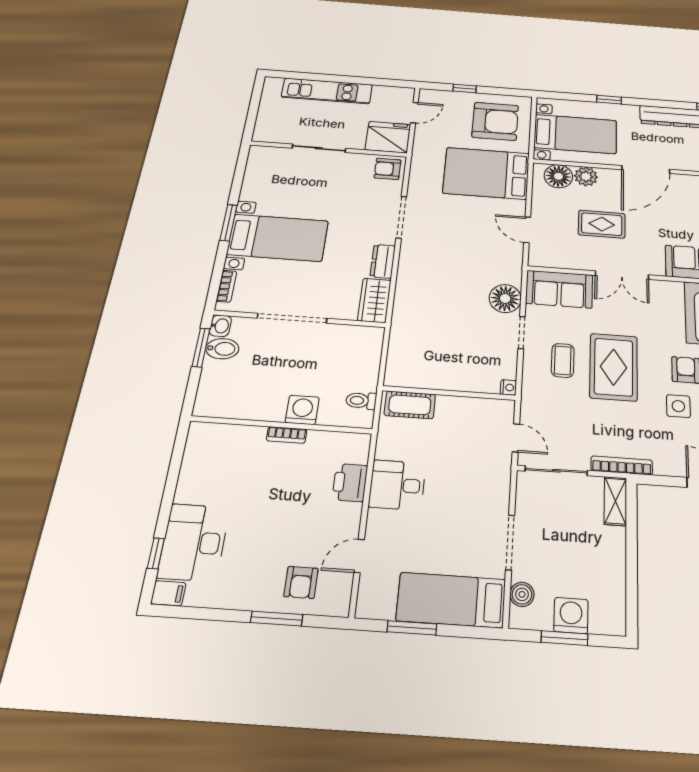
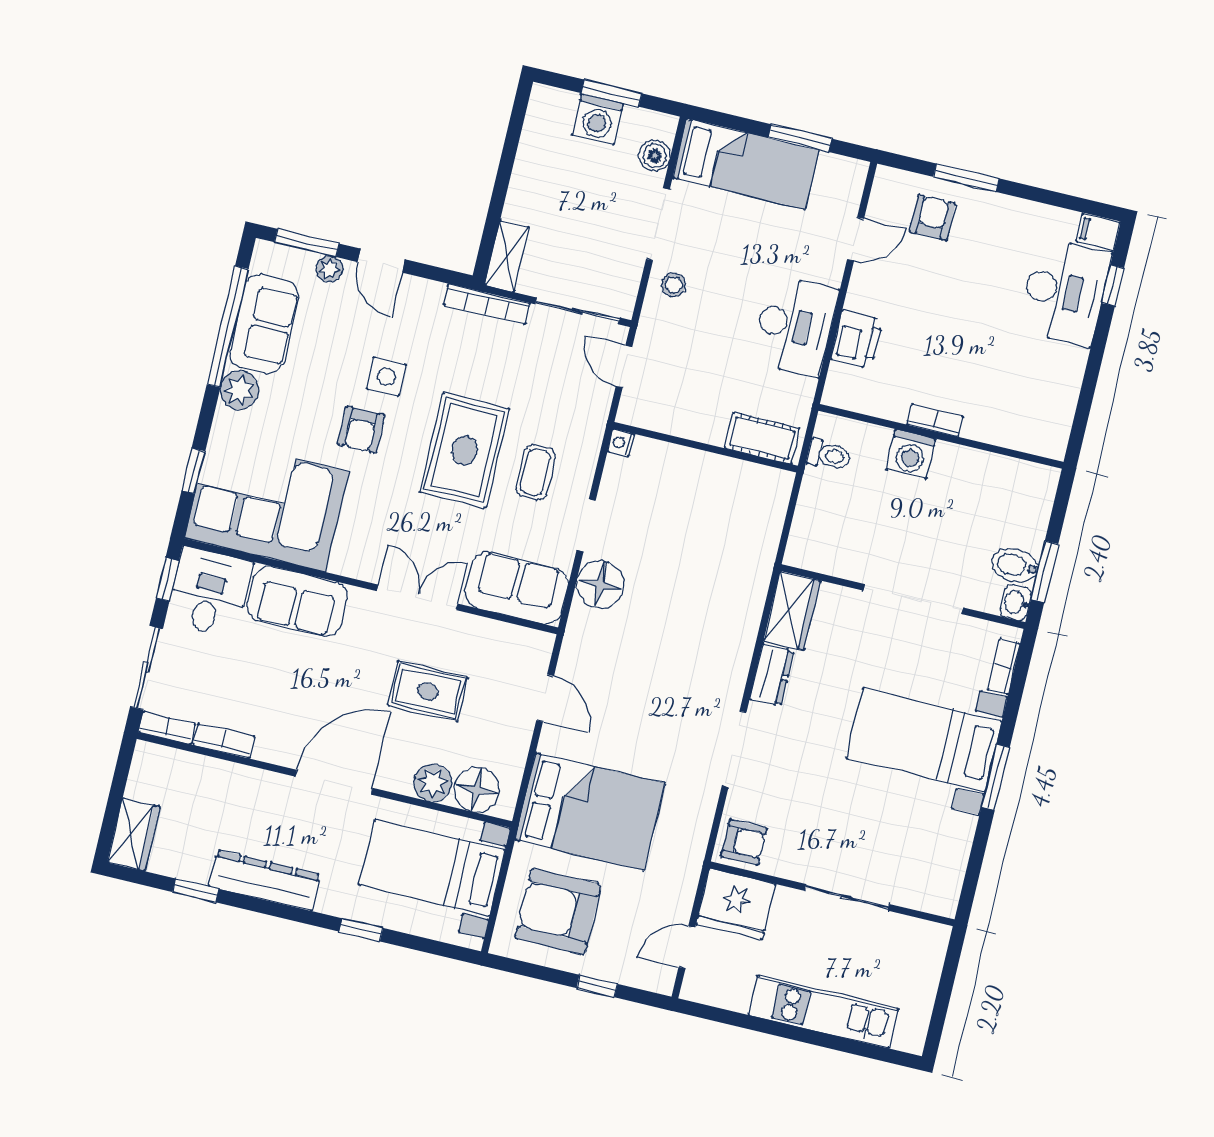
desk: (397, 485) -> (795, 326), width x1.37
stool: (491, 500) -> (674, 285), added

